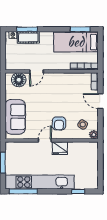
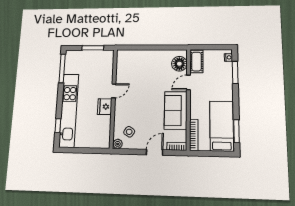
cot: (28, 37) -> (196, 61), moved
door: (37, 71) -> (188, 82), hinge flipped
sofa: (15, 117) -> (176, 110), moved, turned 90
armchair: (59, 123) -> (131, 106), removed
door: (45, 140) -> (114, 91), hinge flipped
kitchen unit: (40, 182) -> (69, 110), moved

